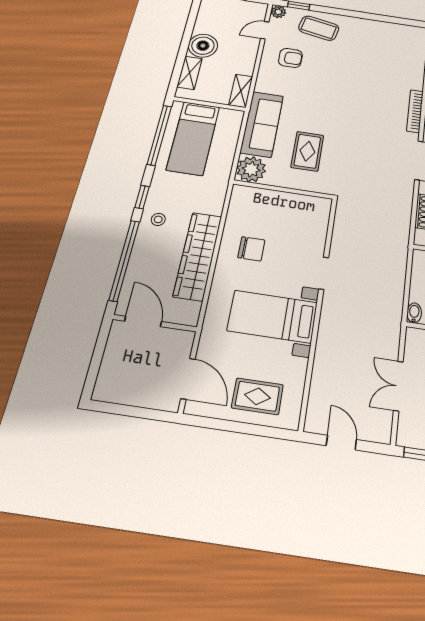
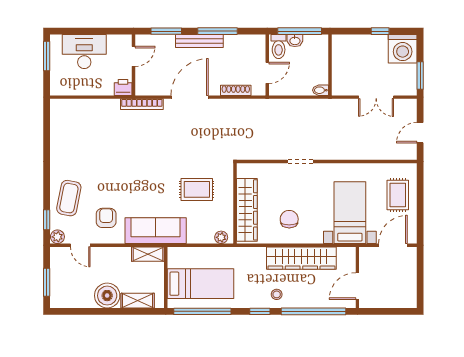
sofa: (262, 124) -> (156, 231), moved
plant: (251, 169) -> (221, 237), width x0.53, depth x0.53
wardrobe: (273, 201) -> (247, 210), added
bed with nightstands: (273, 317) -> (350, 213), moved, turned 180

